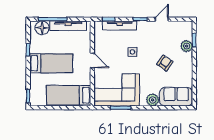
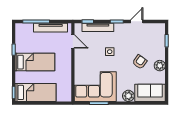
floor lamp: (42, 28) -> (27, 29), removed
plant: (187, 46) -> (160, 66), moved
door: (92, 60) -> (73, 41), moved
bed: (69, 95) -> (35, 92), moved, turned 180

